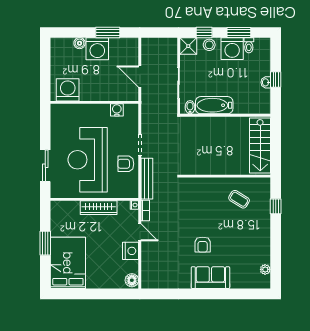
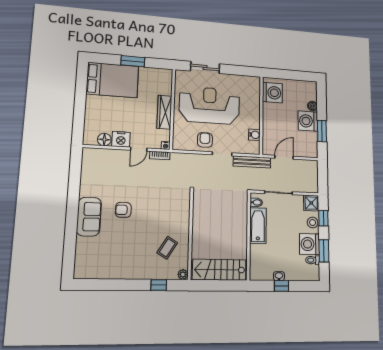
bench: (147, 179) -> (252, 162), moved
plant: (265, 269) -> (183, 275), moved
floor lamp: (132, 280) -> (104, 140), moved

